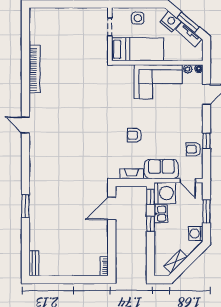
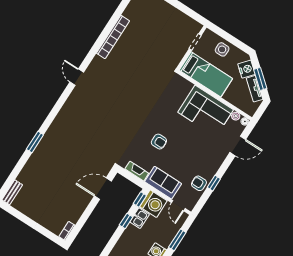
armchair: (134, 135) -> (159, 142), turned 180

